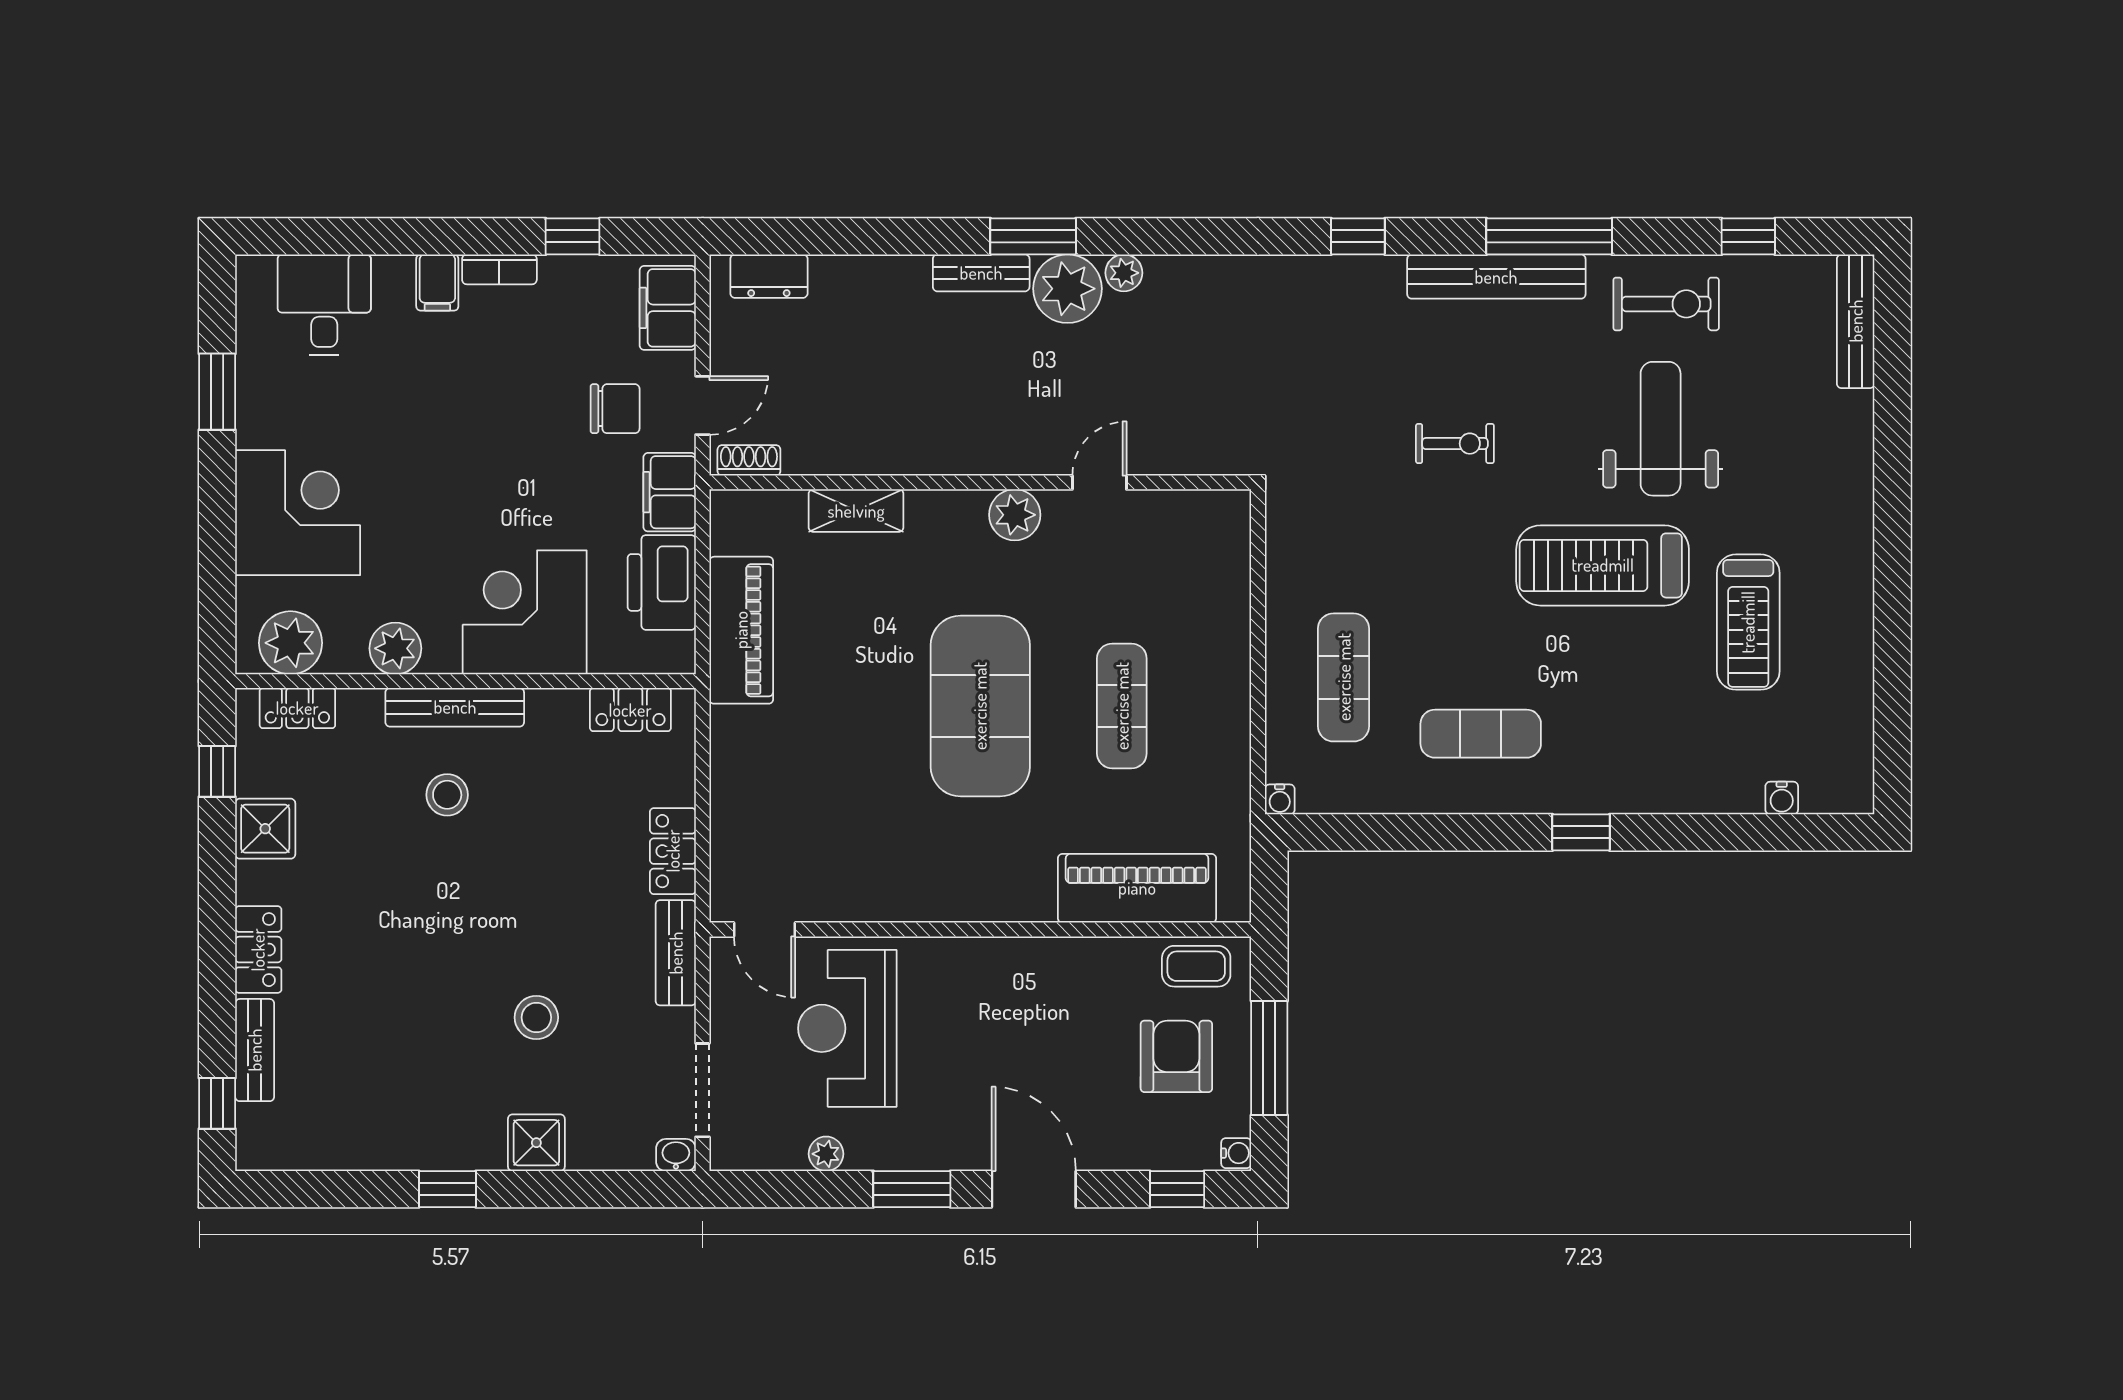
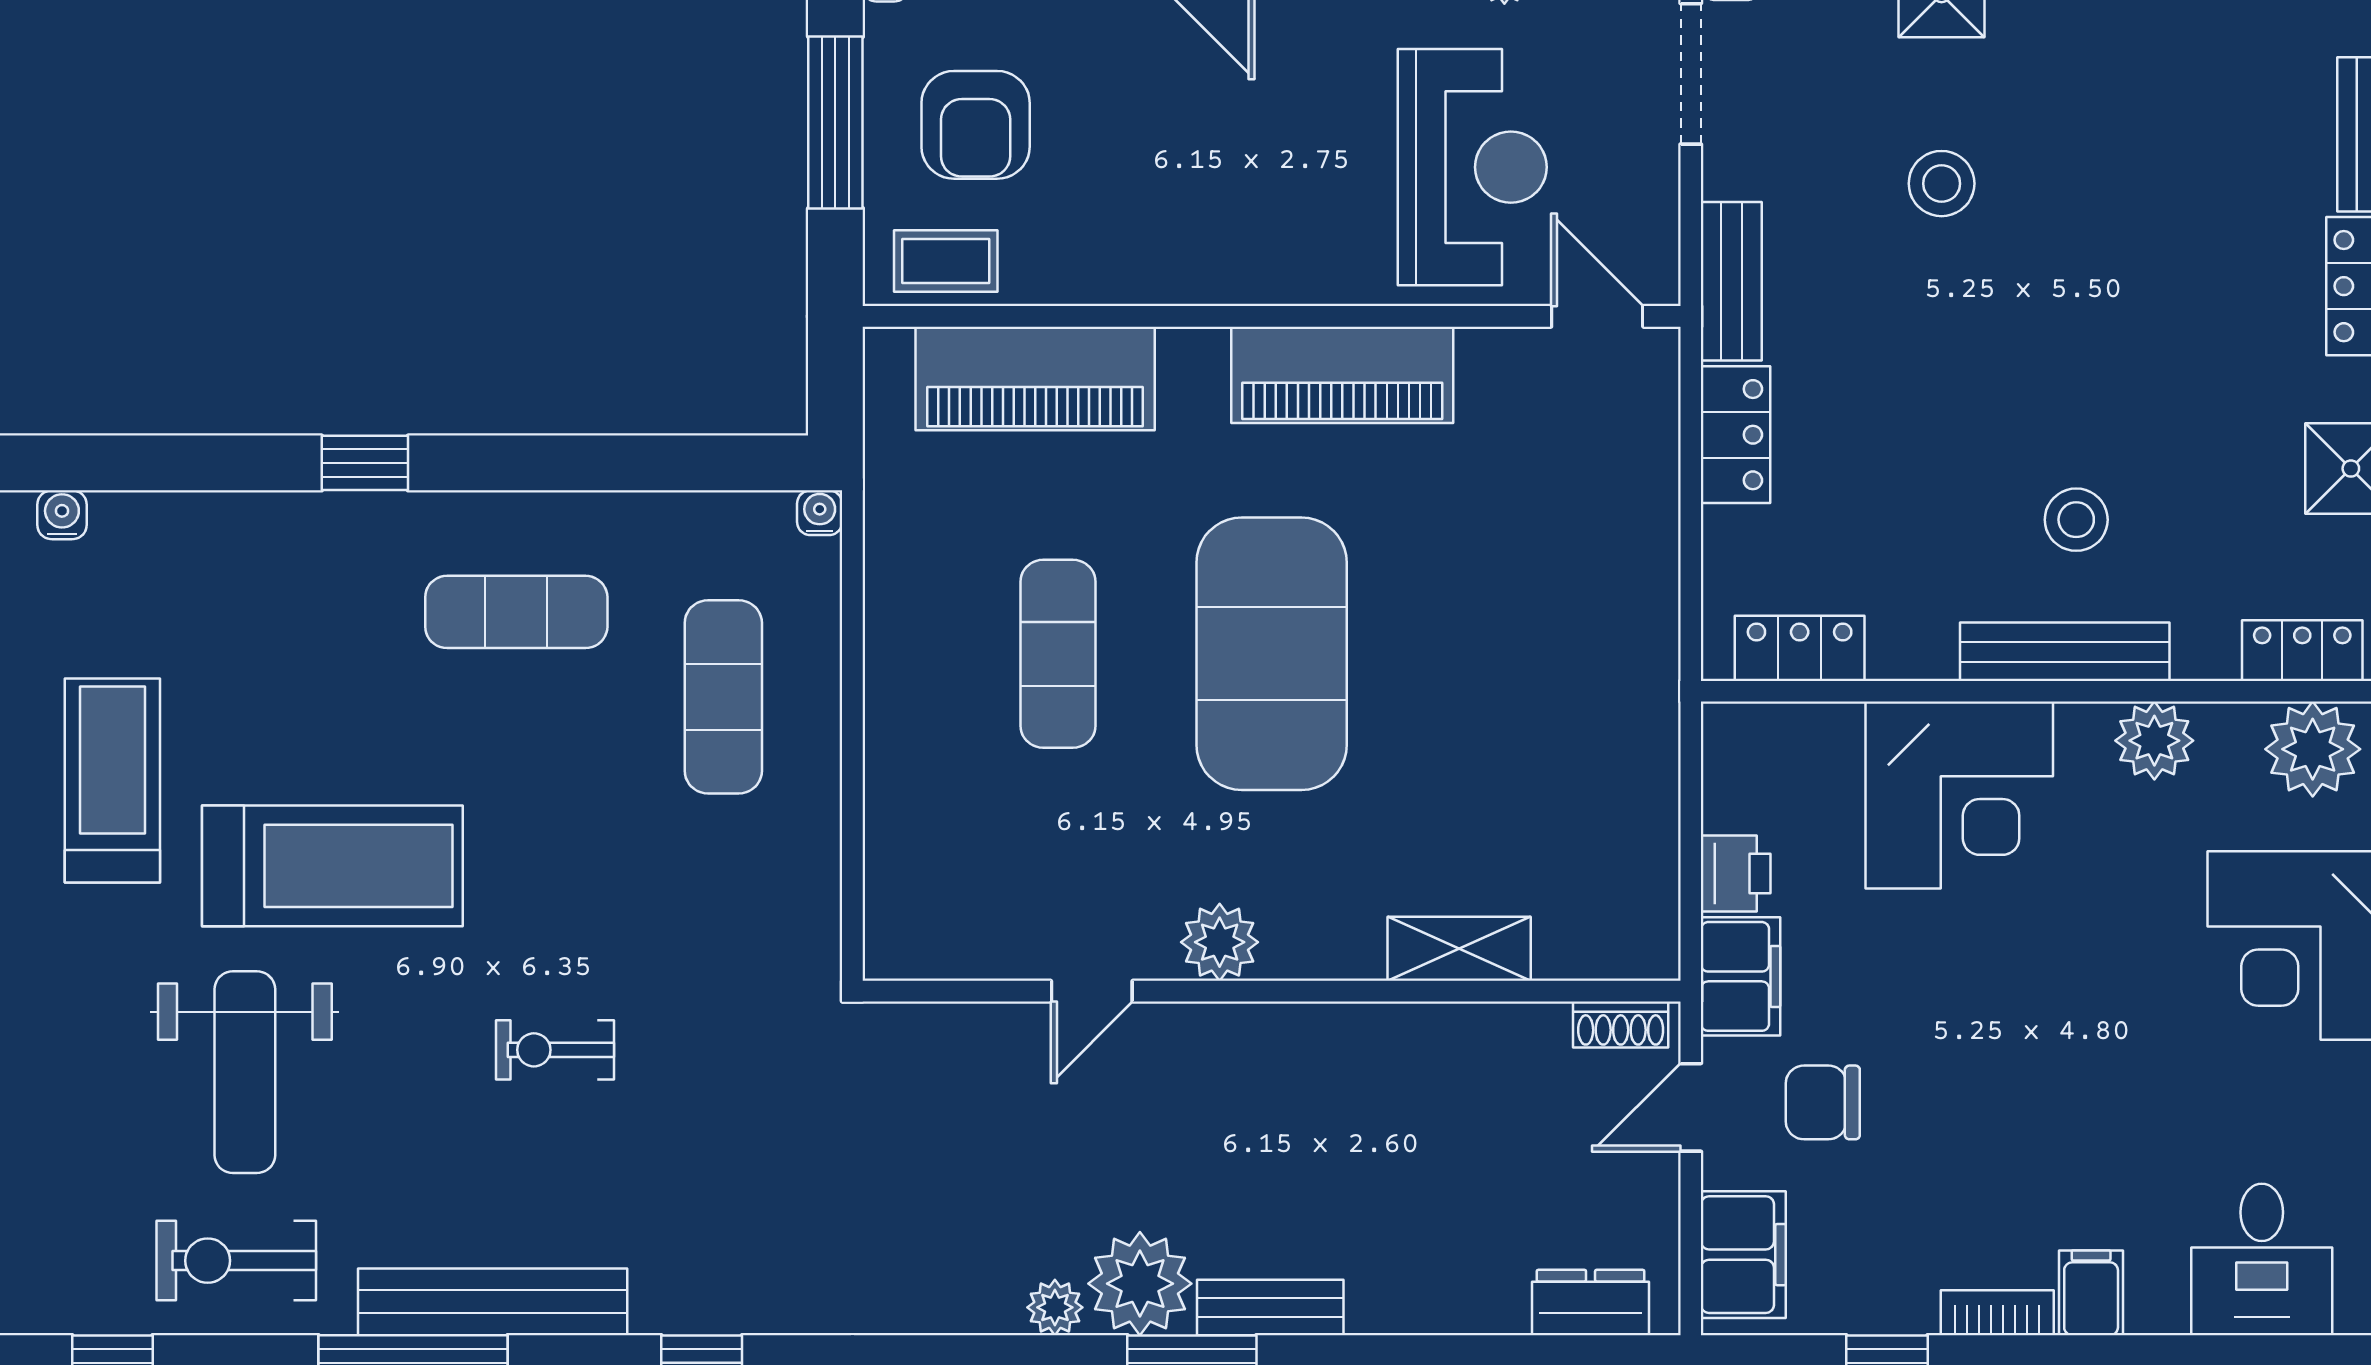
printer: (662, 582) -> (1736, 873), width x0.53, depth x0.68
piano: (741, 630) -> (1342, 375), moved, turned -90

